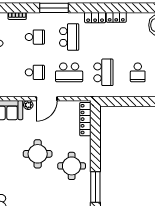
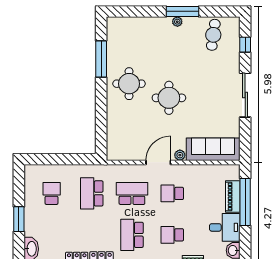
locker: (85, 119) -> (113, 139), removed

